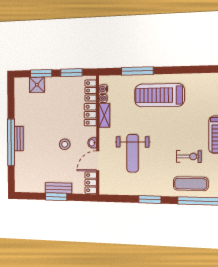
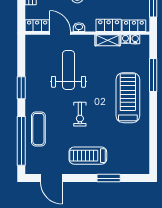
weight bench: (133, 153) -> (68, 70), turned 90
exercise bike: (189, 156) -> (80, 114), moved

